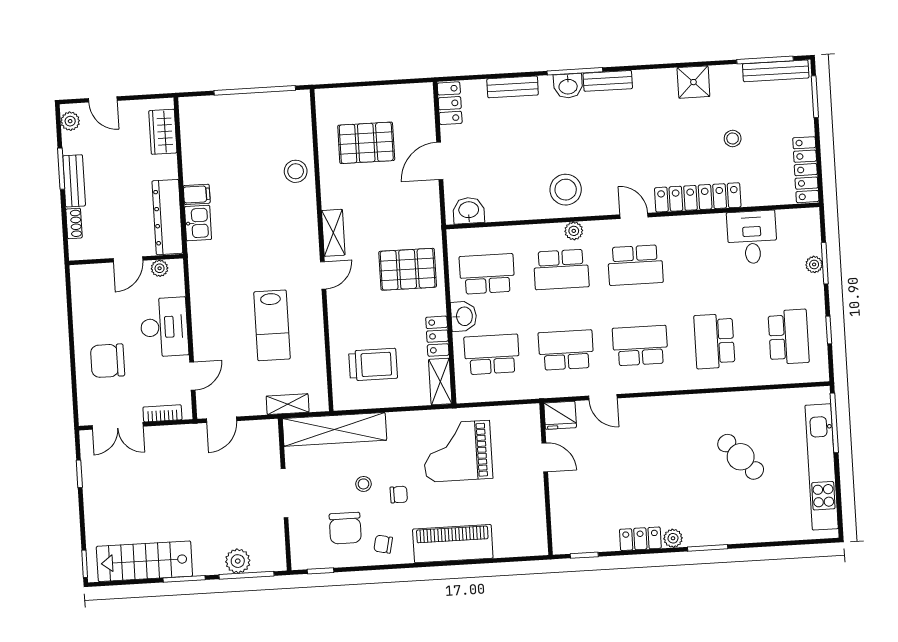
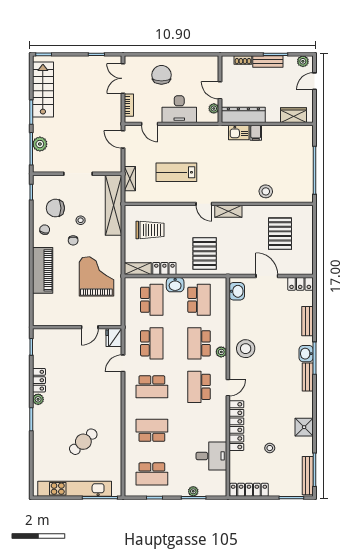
school desk: (640, 346) -> (152, 387), turned 90
trolley: (373, 365) -> (150, 230), turned -90

